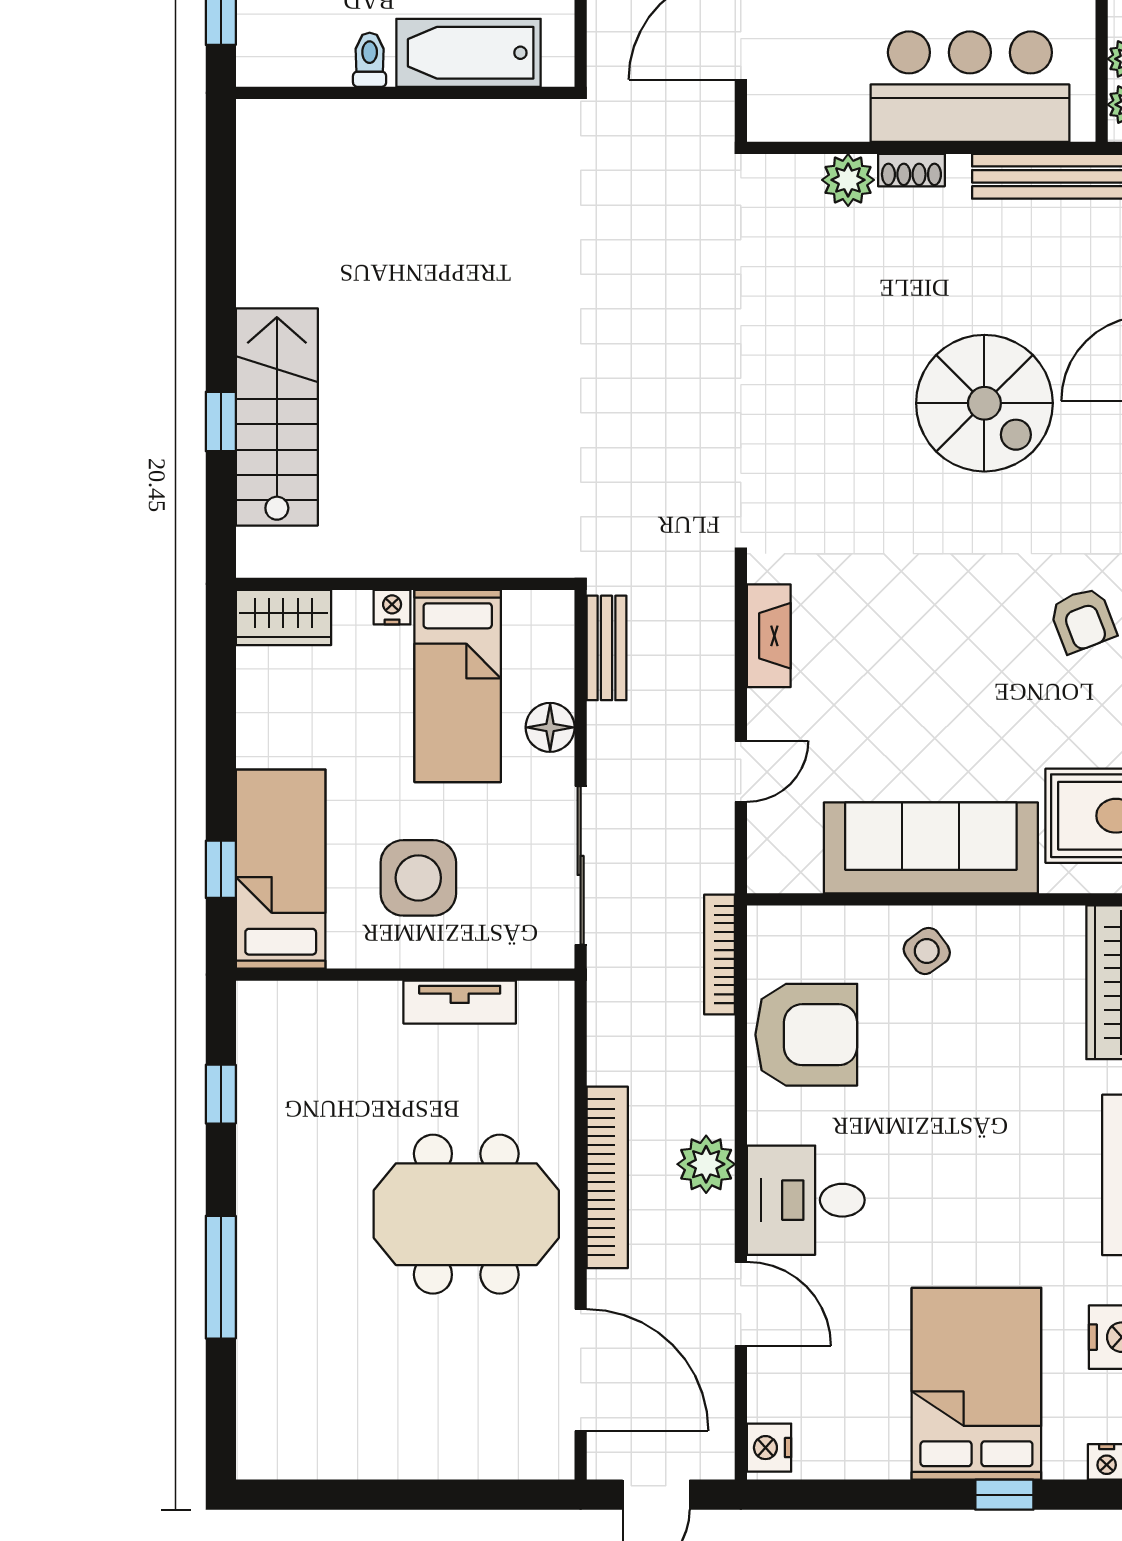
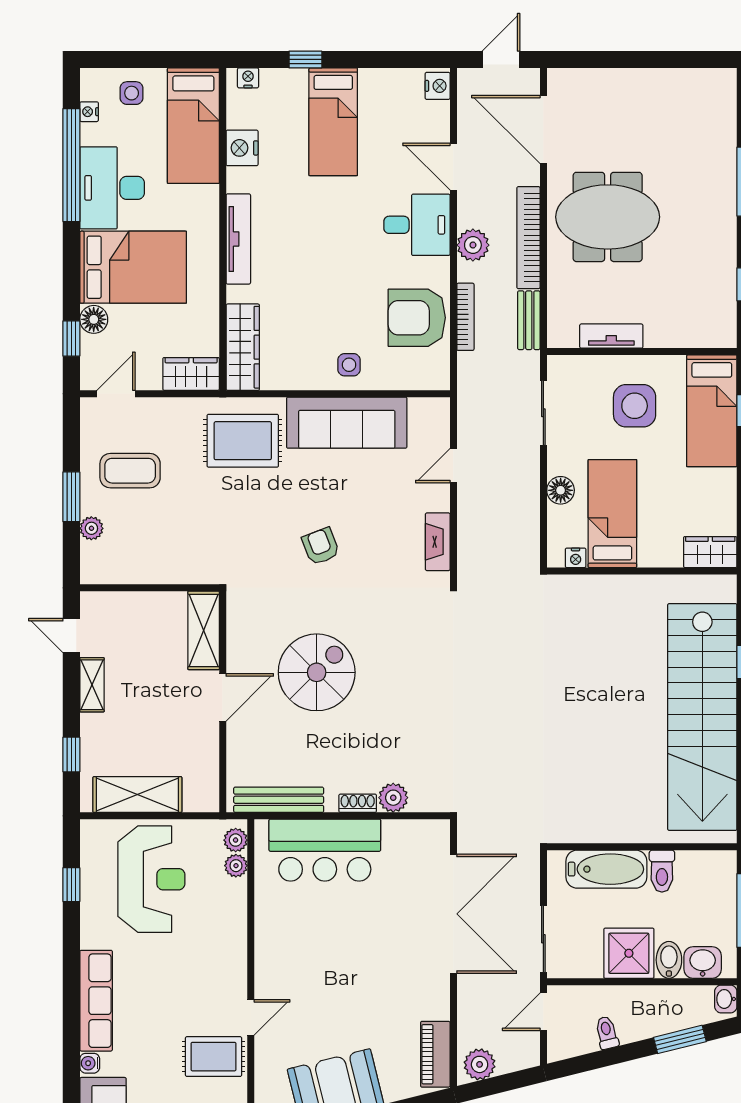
toilet: (370, 60) -> (662, 871), width x1.37, depth x1.39
spiral stairs: (984, 403) -> (317, 672), turned 90
stairs: (277, 417) -> (702, 717), width x1.86, depth x1.51
nightstand: (392, 607) -> (576, 558), moved
armchair: (1083, 620) -> (321, 546), moved
bench: (607, 648) -> (529, 320), moved
sliding door: (581, 865) -> (543, 413), width x0.73
side table: (927, 951) -> (349, 365), turned 36
bookcase: (720, 954) -> (465, 317), moved
bed: (976, 1384) -> (333, 122), width x0.67

